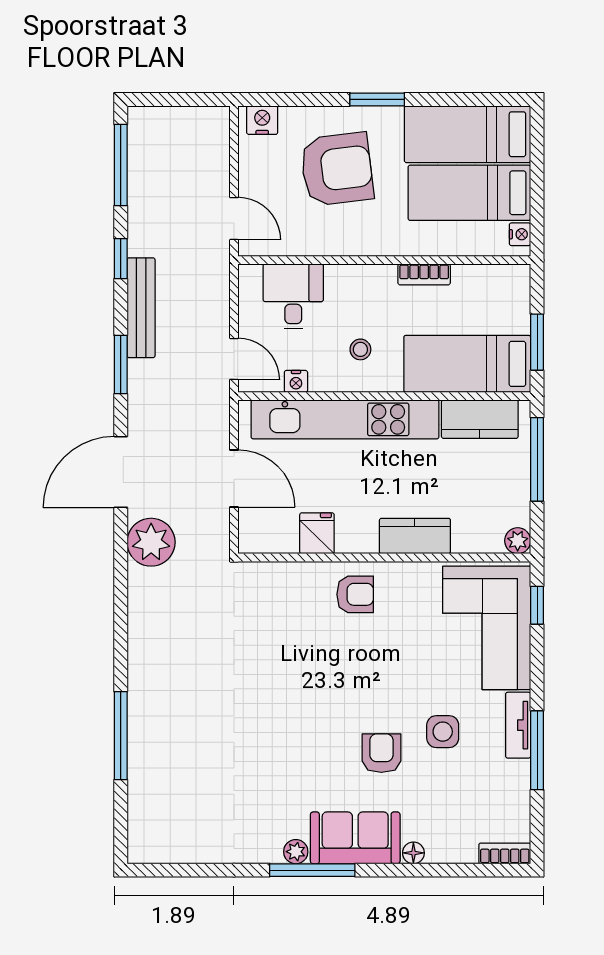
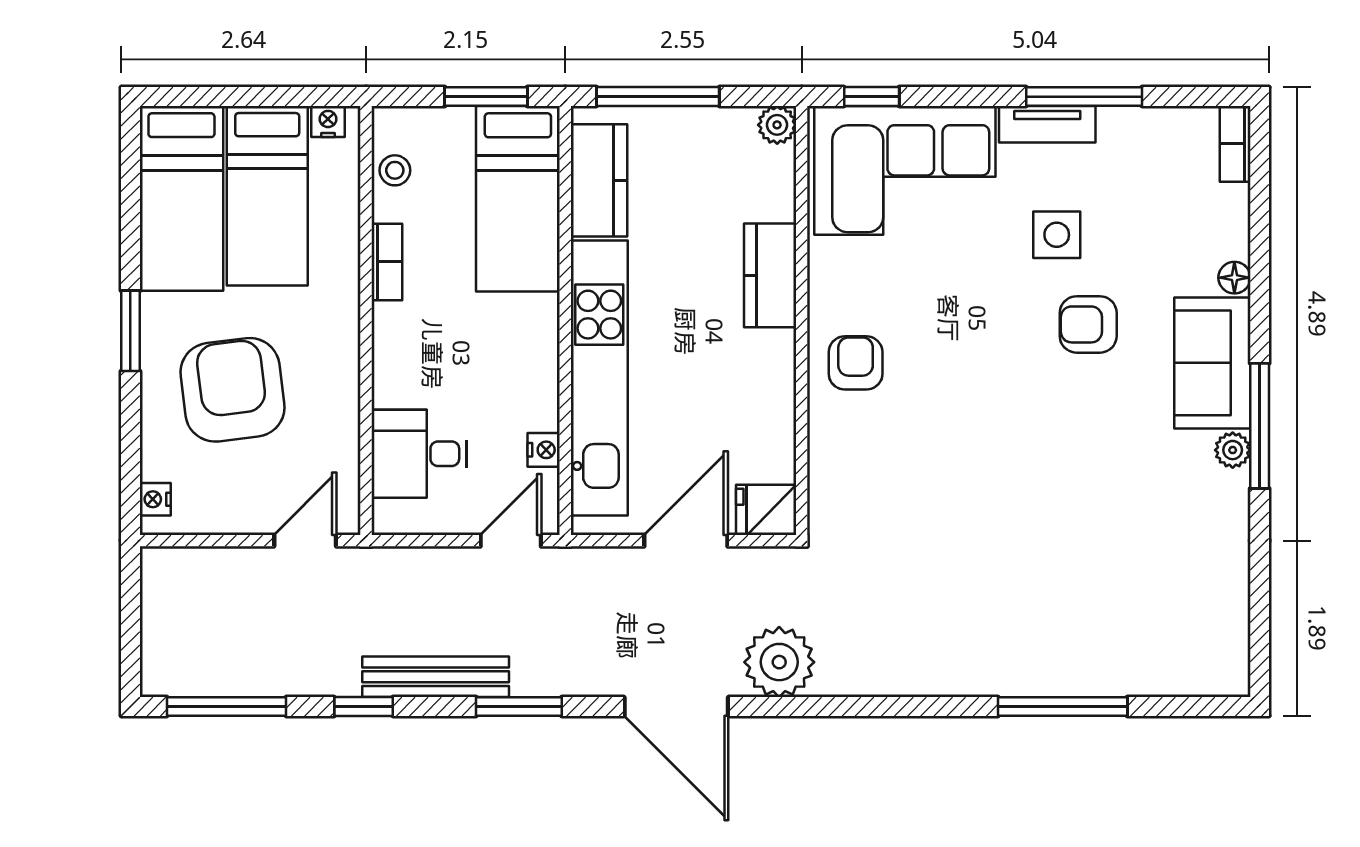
nightstand: (262, 120) -> (155, 499), width x0.72, depth x0.74
stool: (360, 349) -> (395, 170), moved
fridge: (317, 533) -> (766, 510), moved

